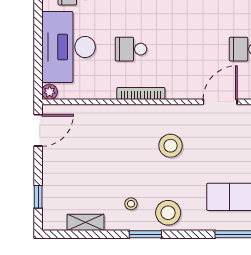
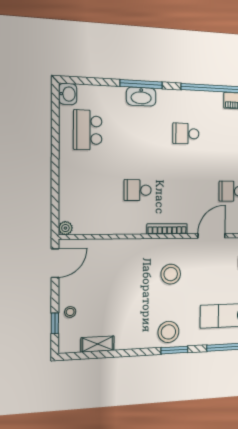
desk: (69, 47) -> (83, 188), removed
bookcase: (141, 93) -> (167, 229), moved
stool: (131, 204) -> (70, 312), moved
window: (145, 234) -> (174, 350), moved

